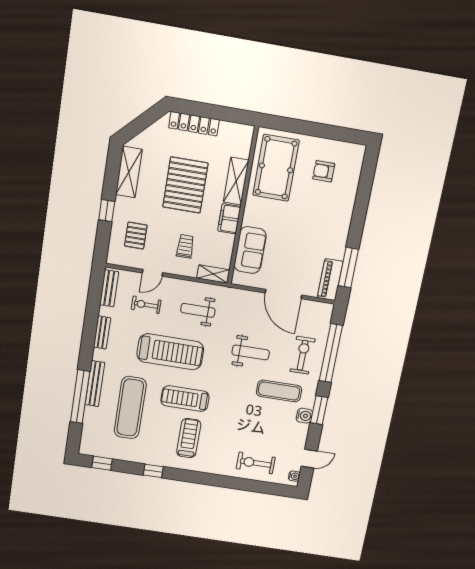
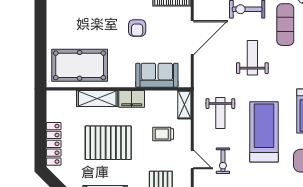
armchair: (324, 171) -> (137, 28), moved

